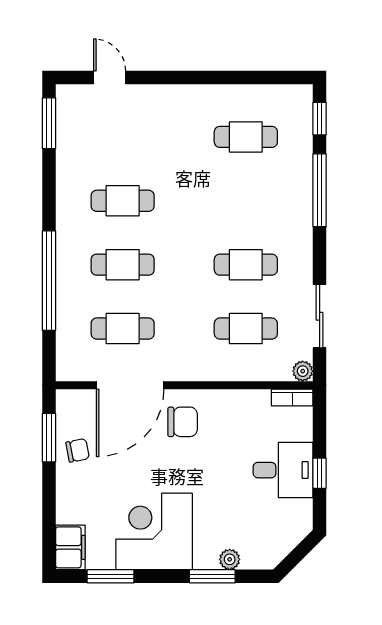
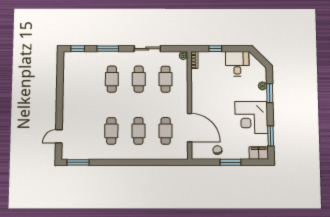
cafe table: (246, 137) -> (112, 79), moved
window: (320, 190) -> (108, 49), width x0.69
window: (49, 281) -> (145, 162), removed
sliding door: (320, 316) -> (147, 49), moved
chair: (183, 422) -> (205, 106), removed
window: (49, 438) -> (231, 162), moved
desk: (283, 470) -> (237, 64), moved
window: (320, 473) -> (215, 49), moved

